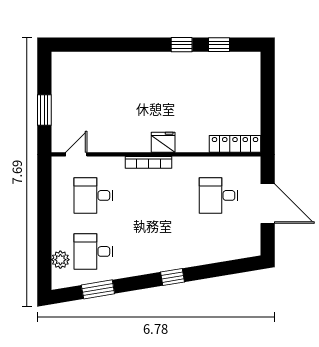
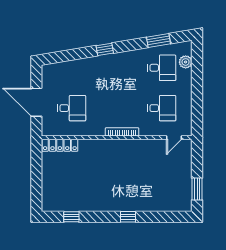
window: (182, 45) -> (128, 217), moved
window: (44, 110) -> (197, 189), moved
fridge: (163, 142) -> (112, 146), removed

